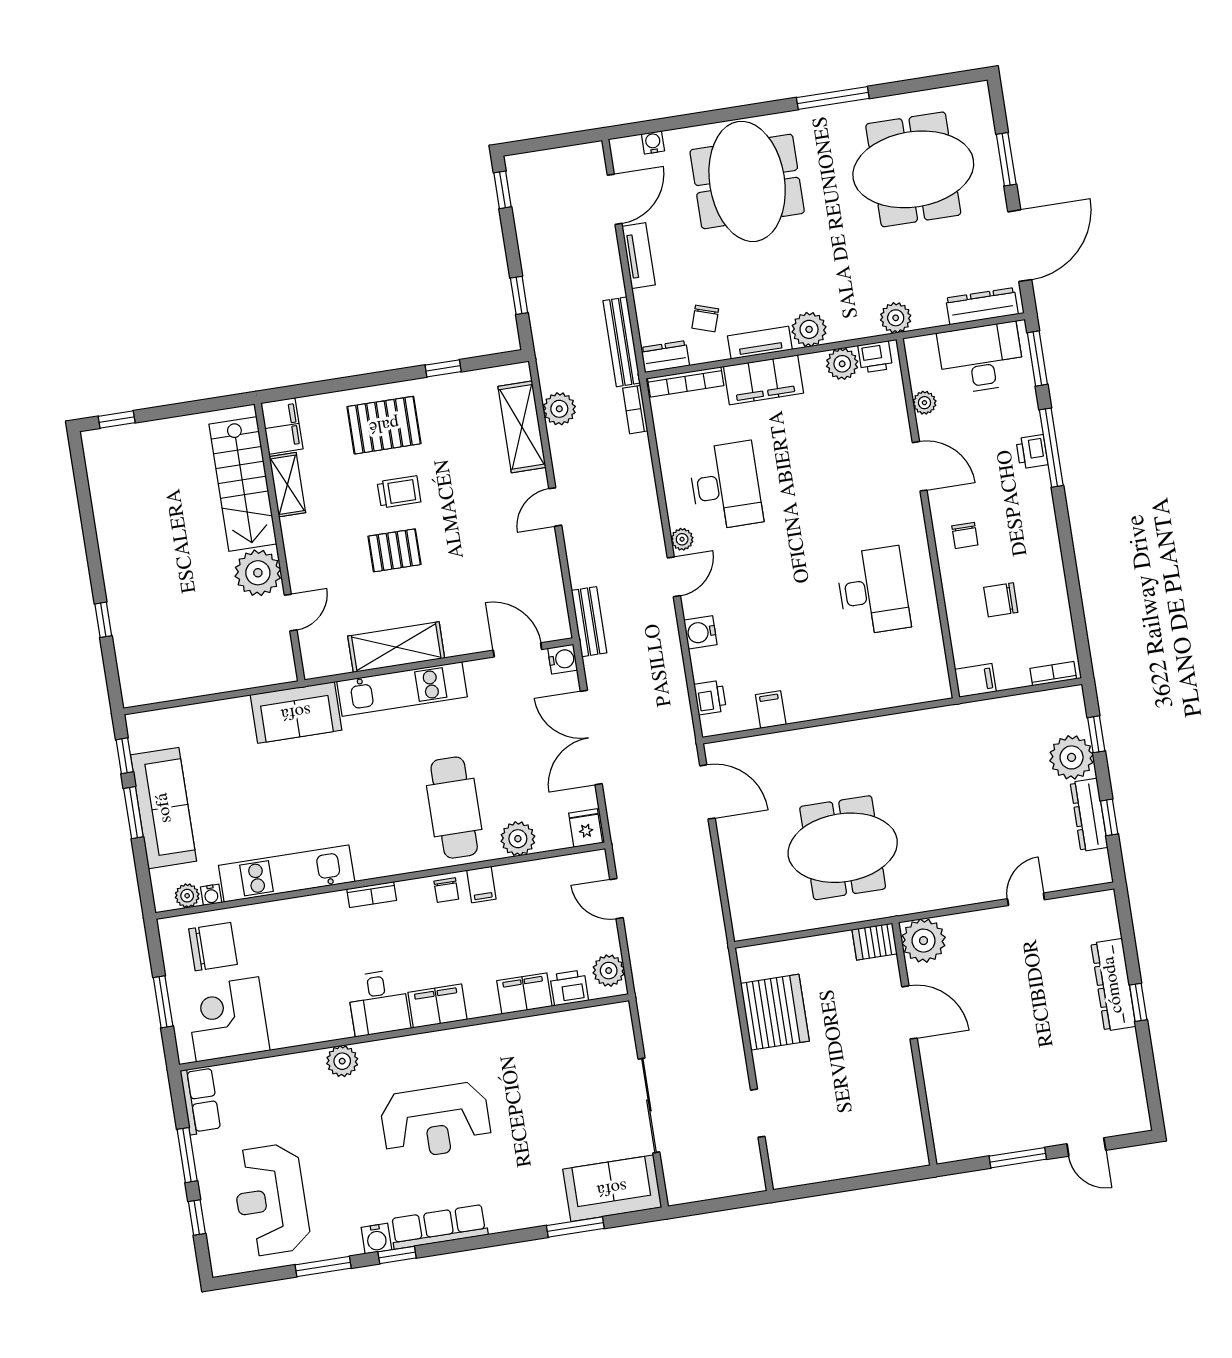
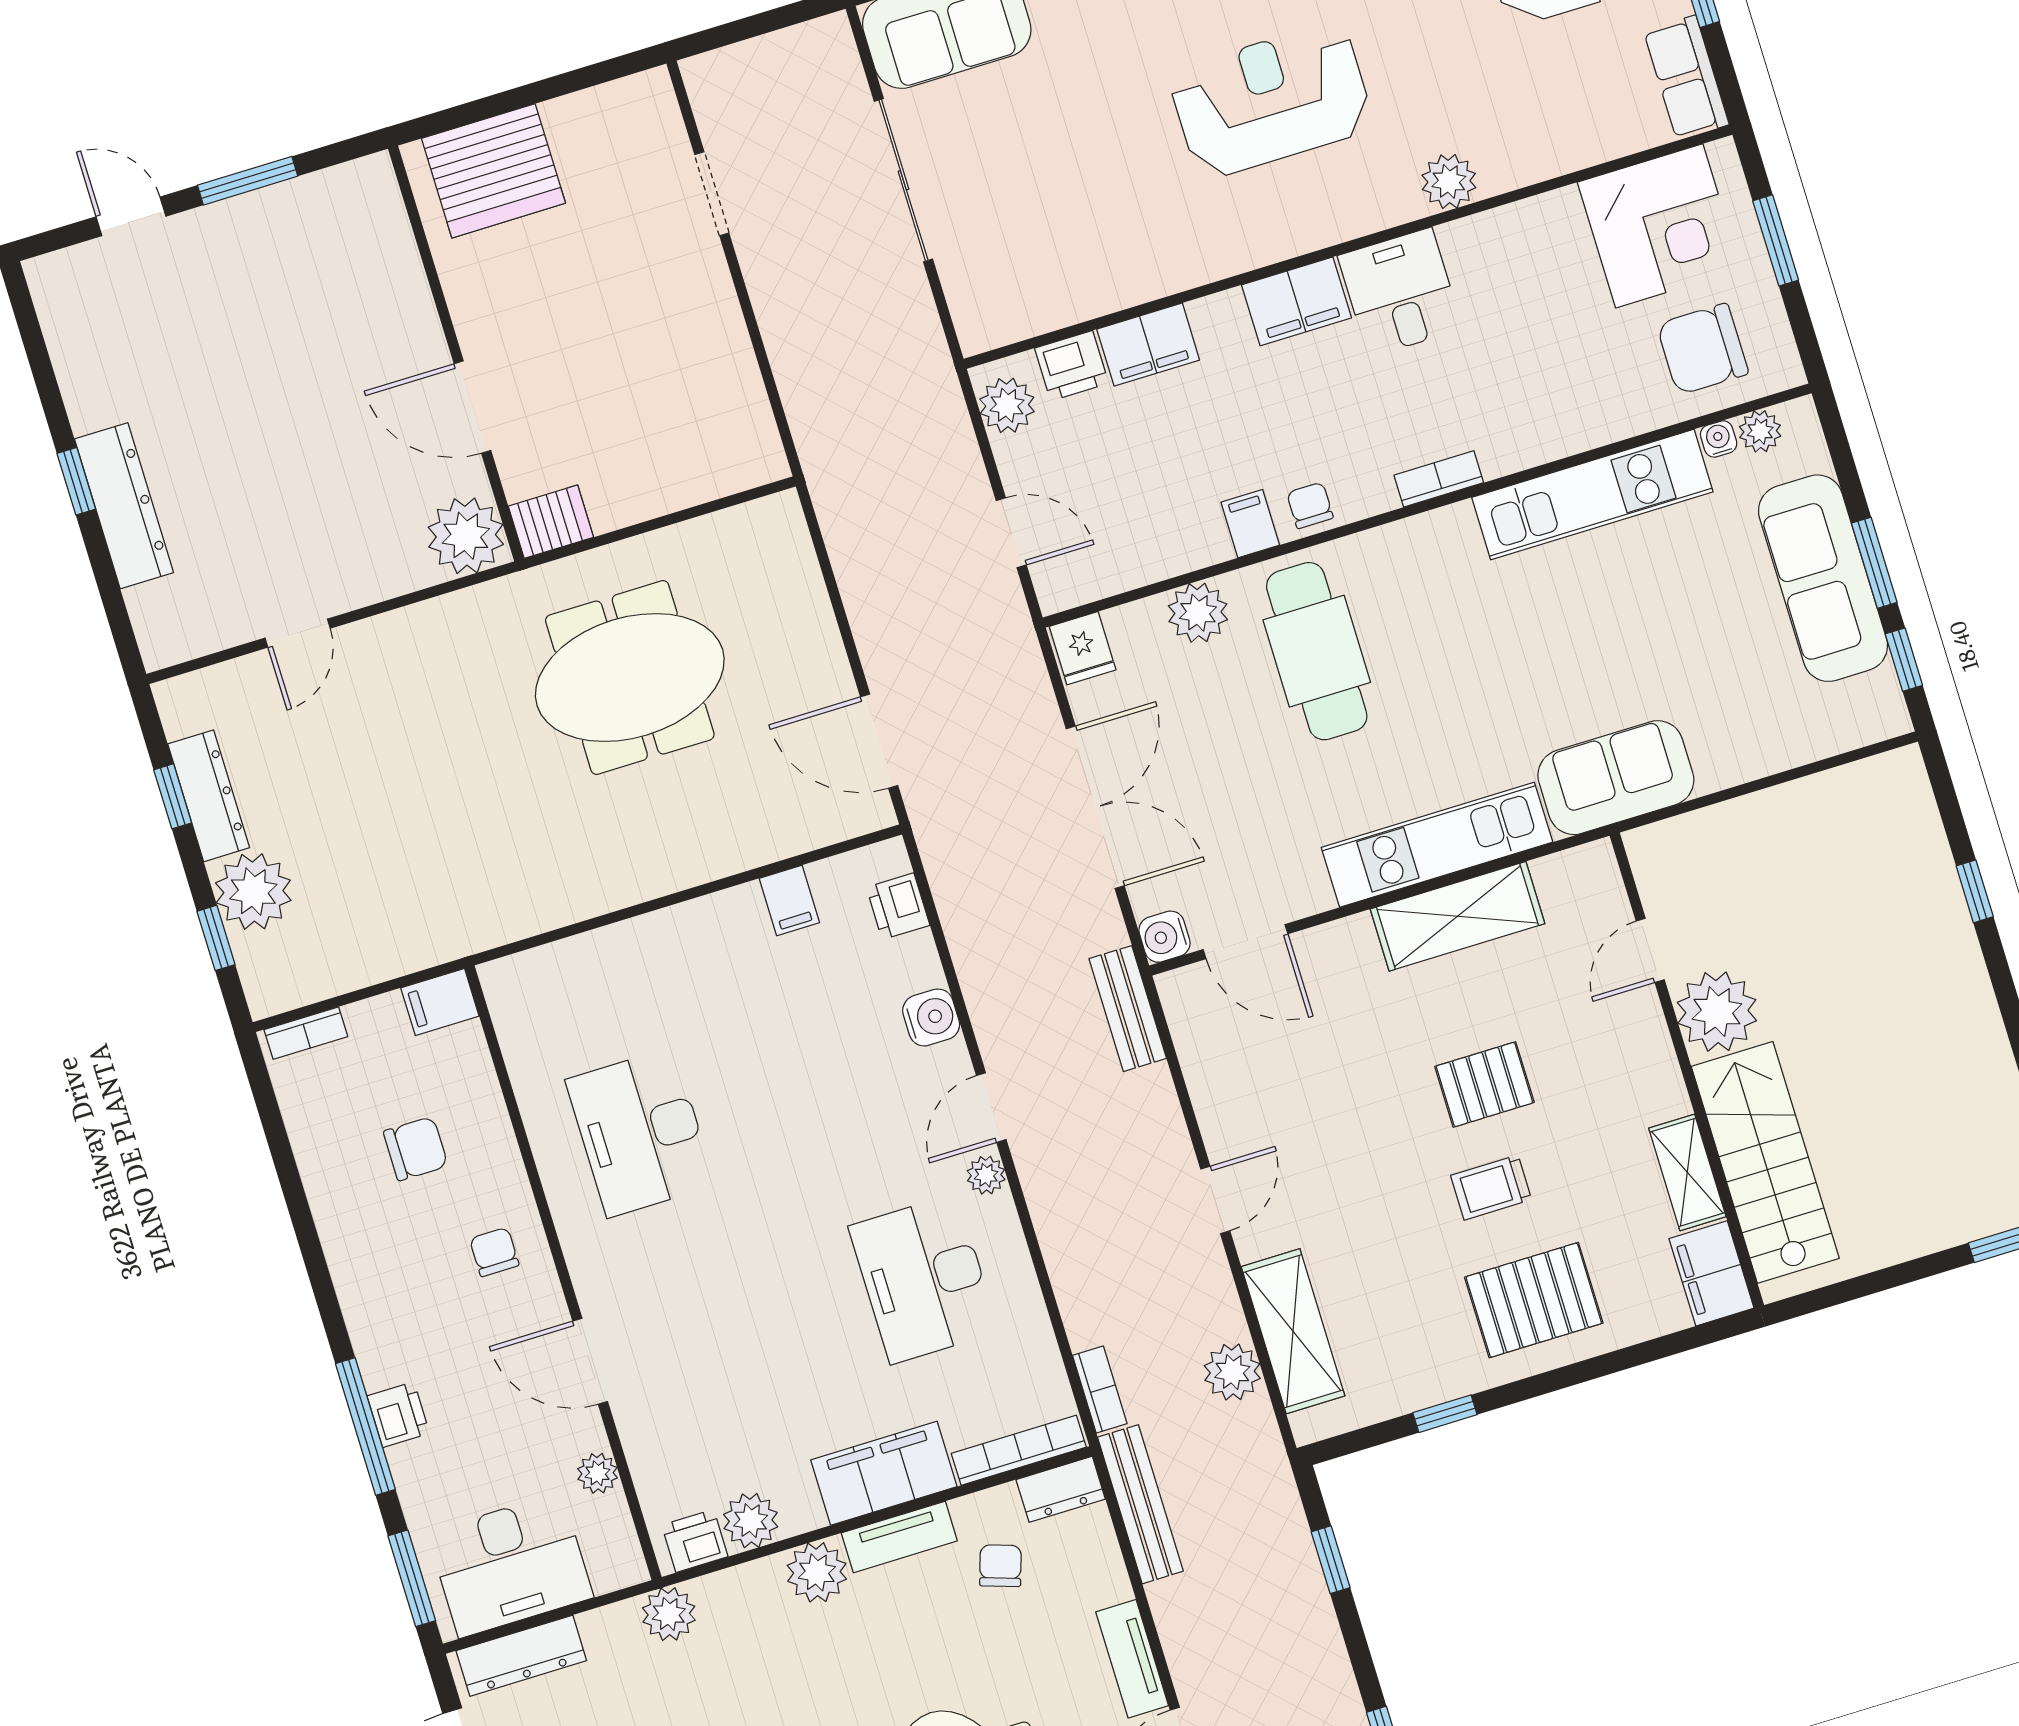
server rack: (775, 1012) -> (494, 171), moved, turned -90

